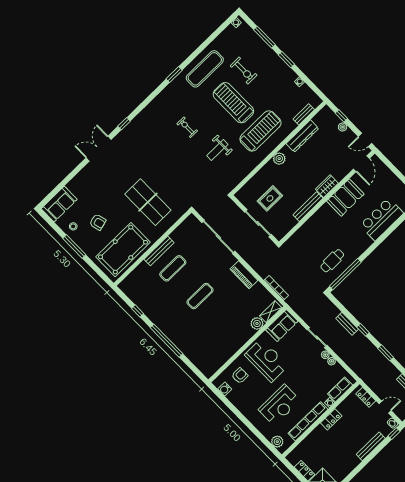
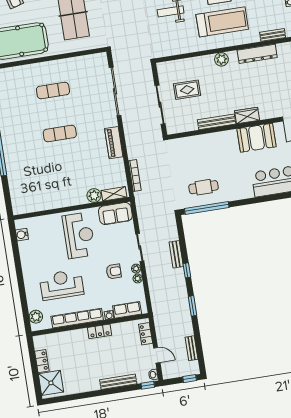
bench: (159, 251) -> (52, 66), removed
armchair: (240, 376) -> (114, 271), moved
reception desk: (279, 405) -> (62, 285), turned 180

